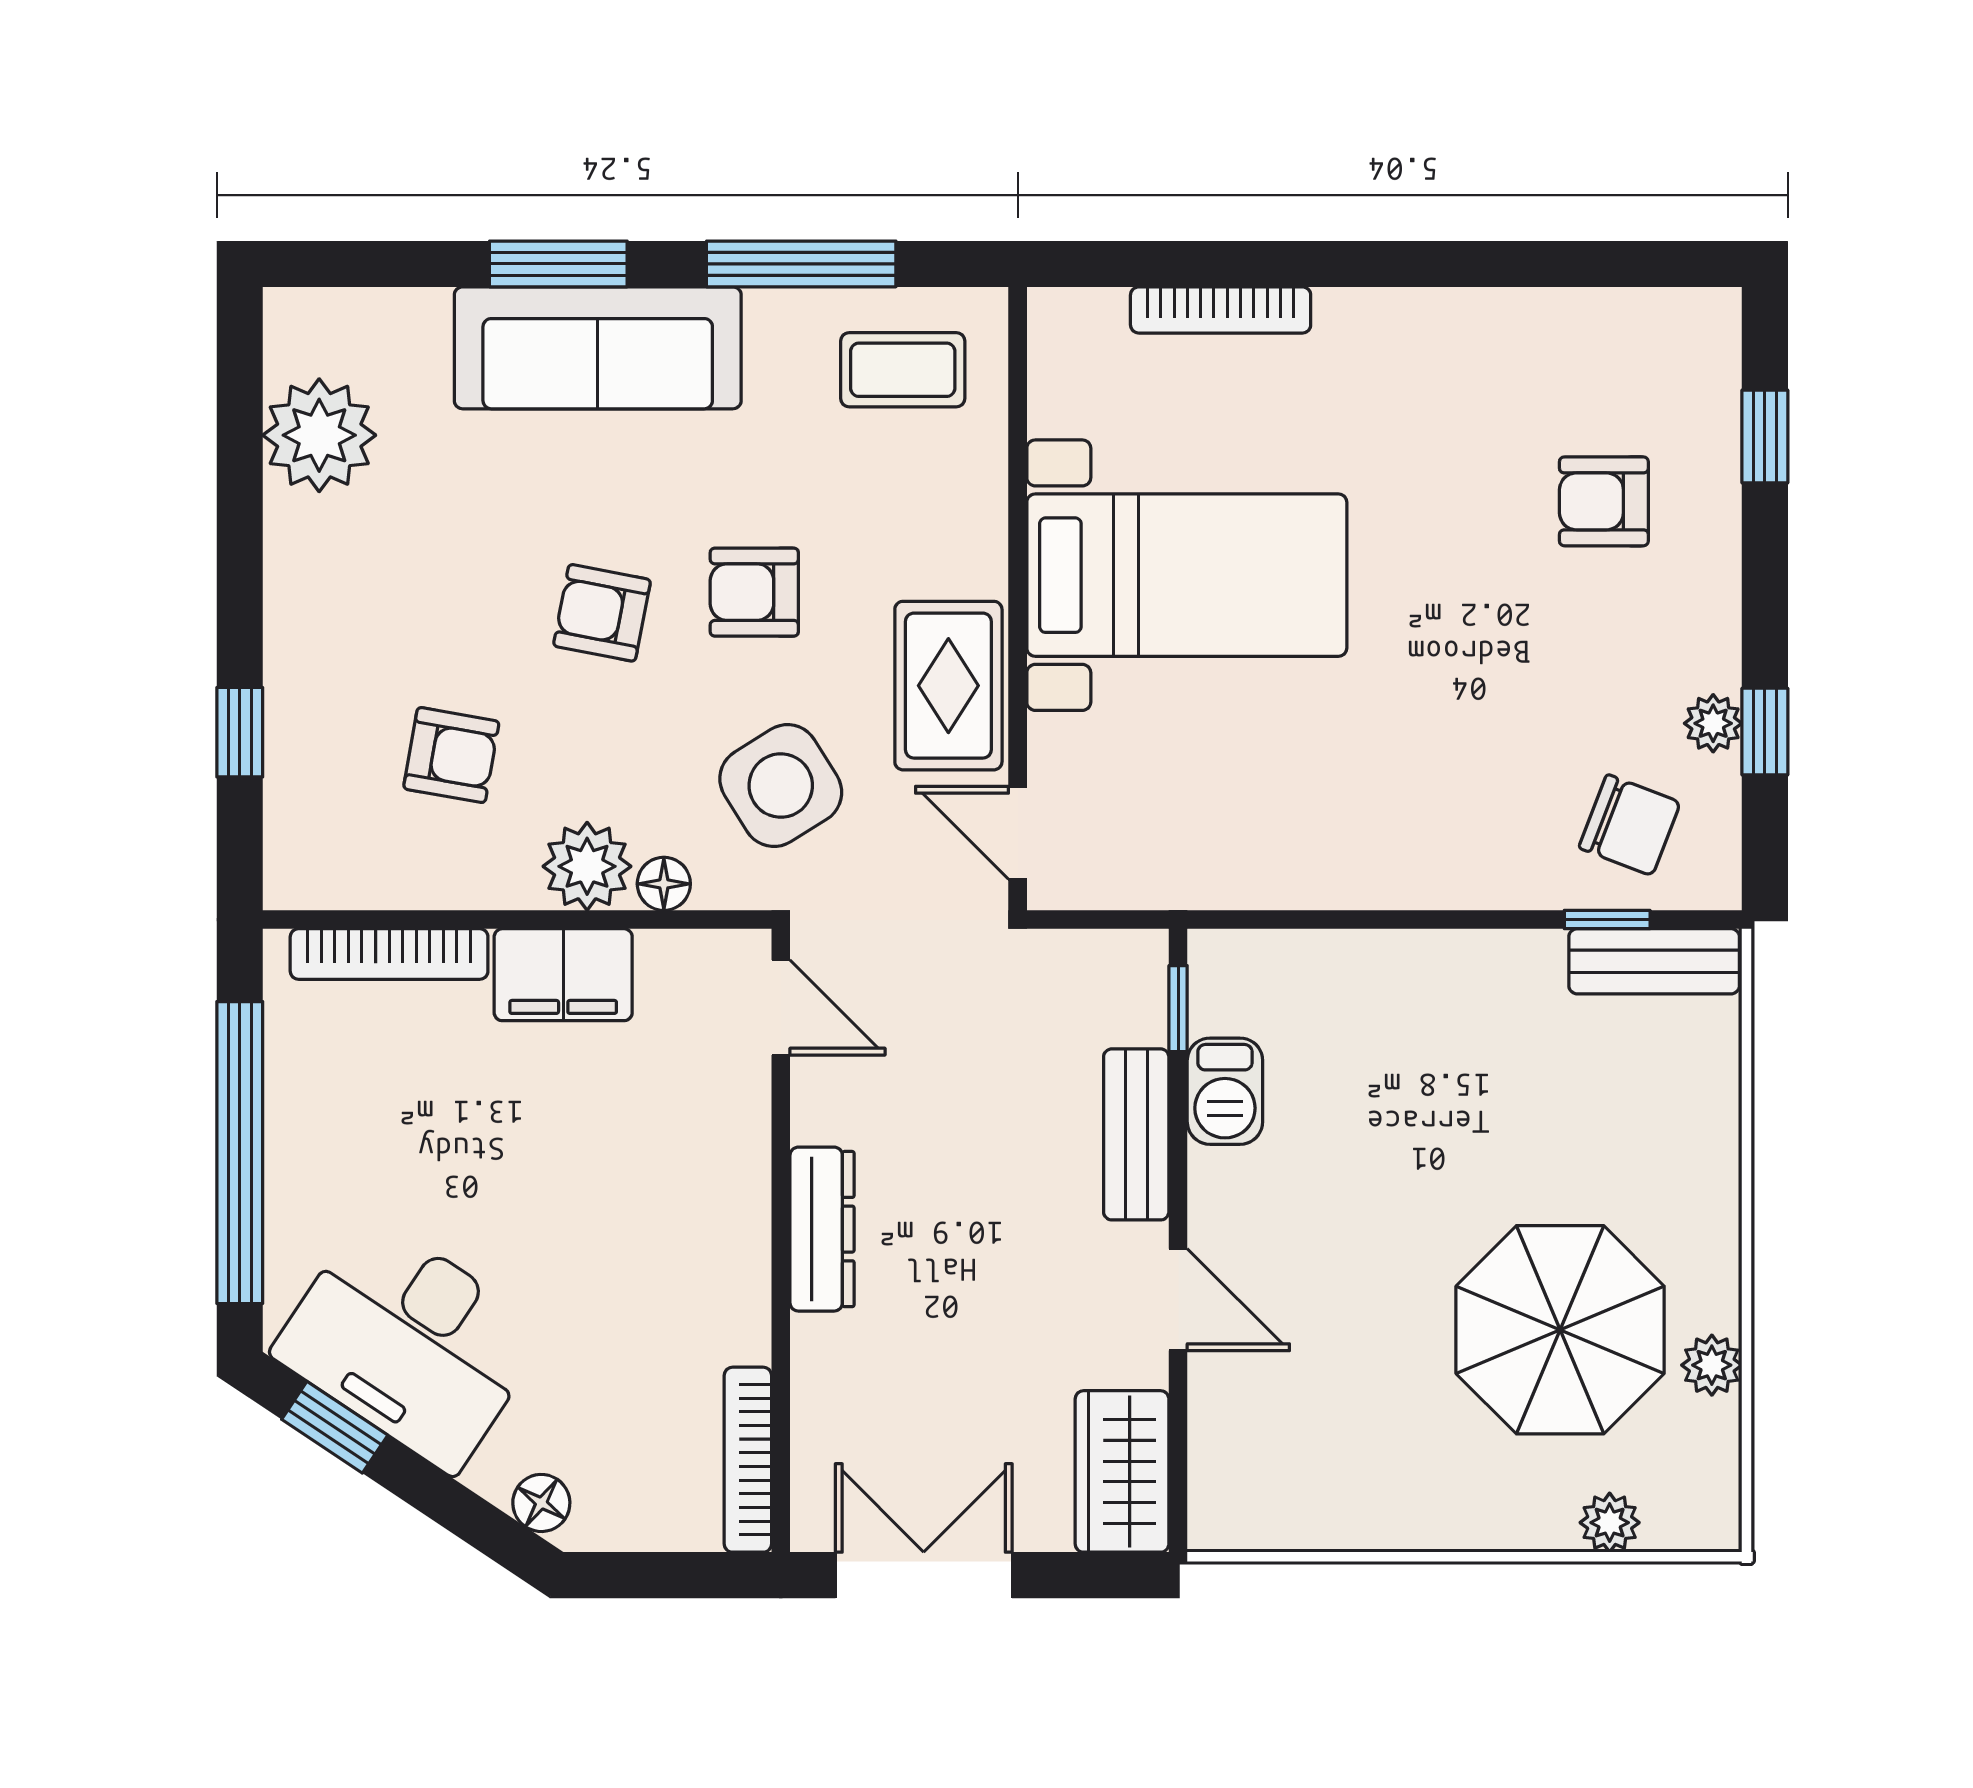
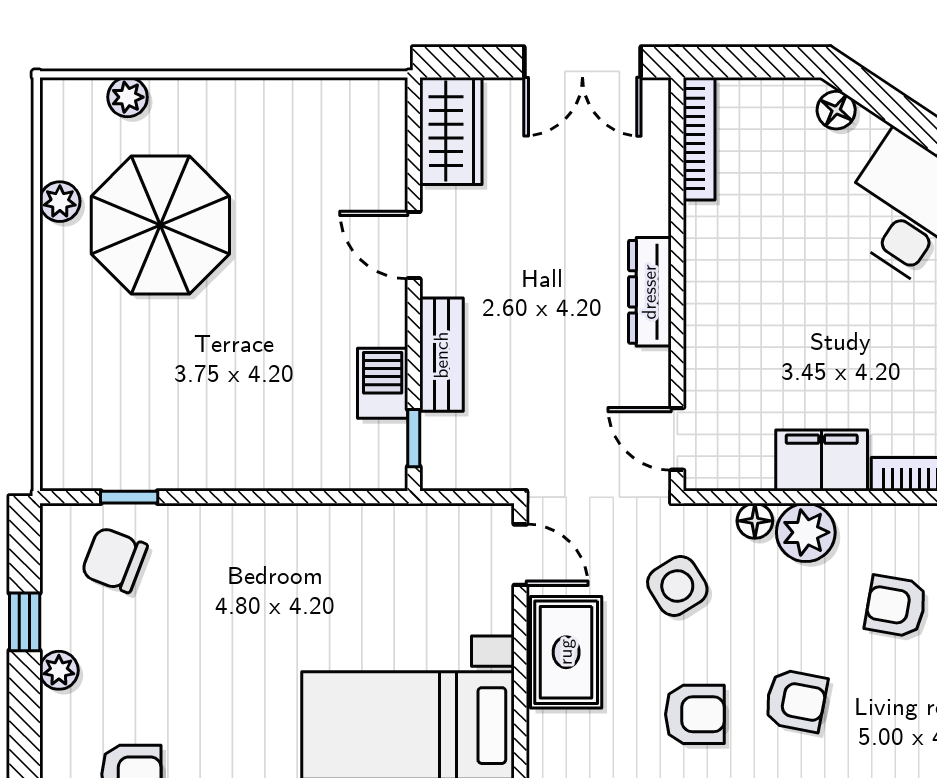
plant: (1713, 723) -> (59, 670), moved
side table: (781, 786) -> (677, 586), width x0.73, depth x0.73
bench: (1654, 961) -> (98, 469), removed

